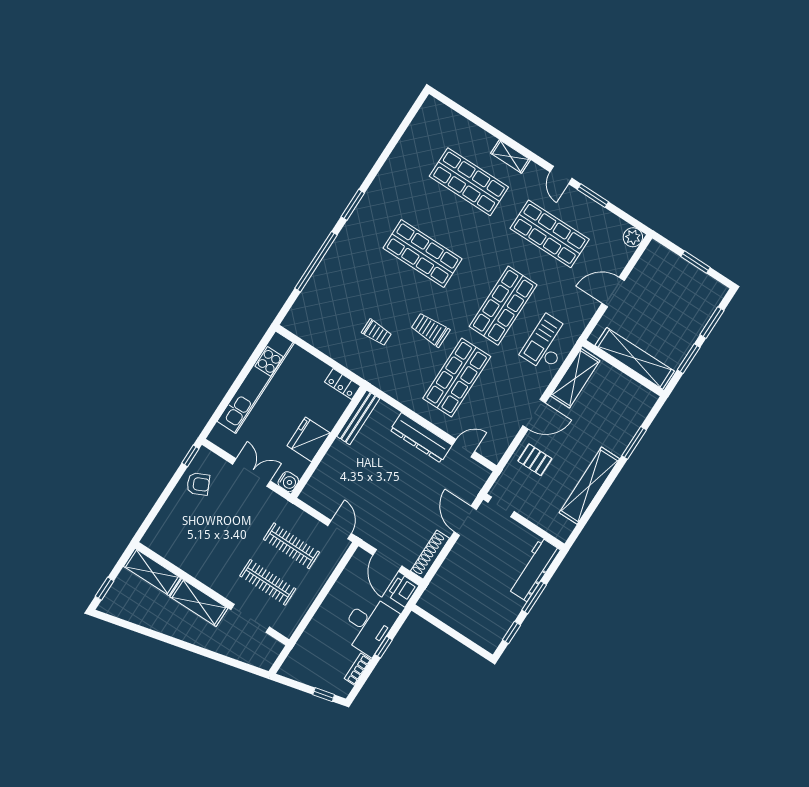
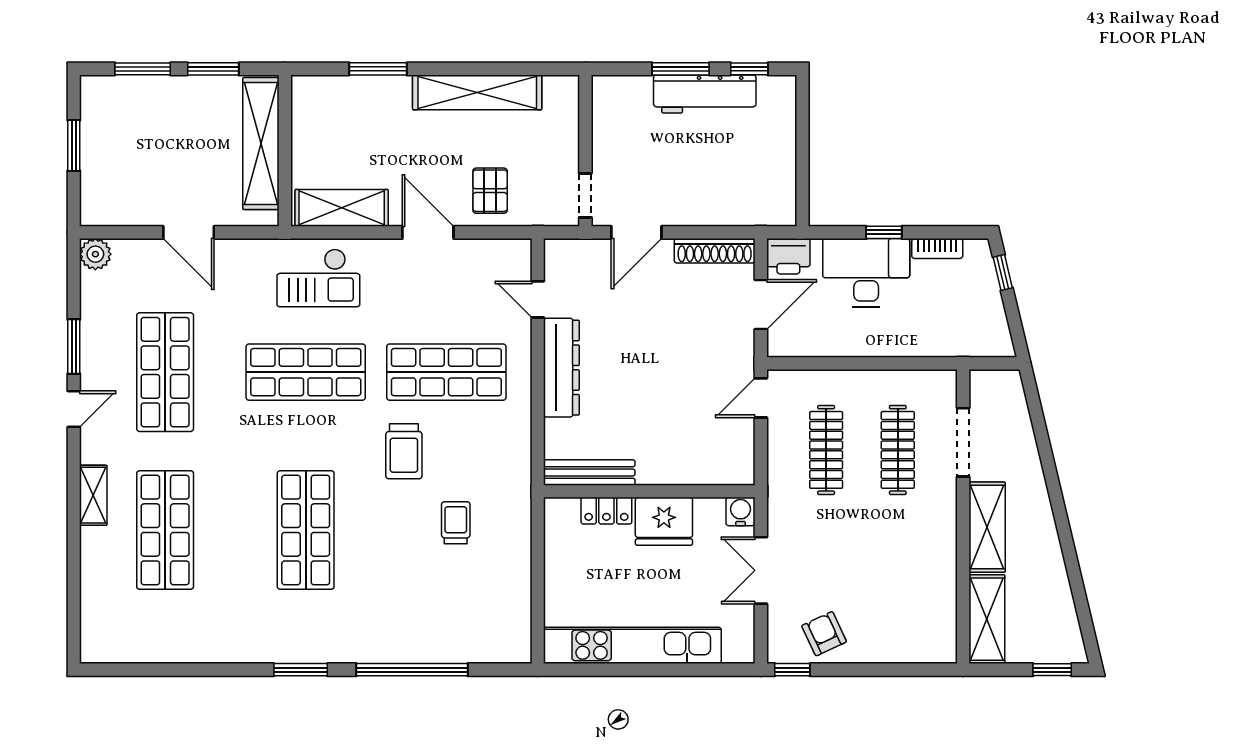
locker: (343, 384) -> (606, 511), moved, turned 90
workbench: (534, 570) -> (705, 94), moved

